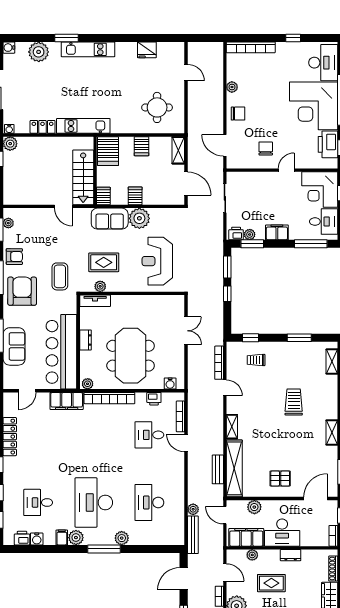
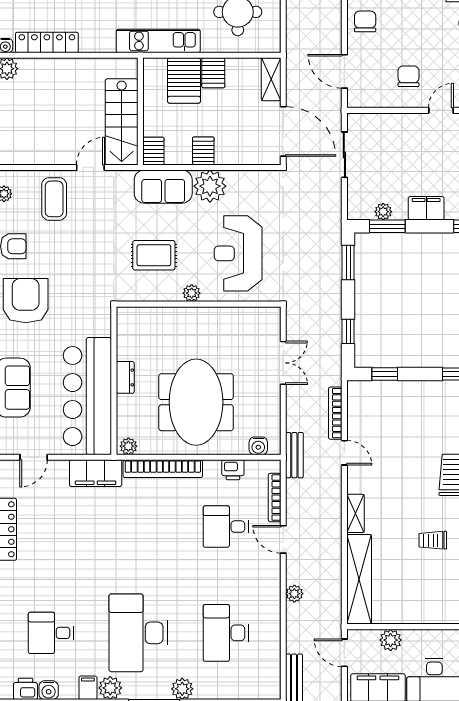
chair: (238, 114) -> (365, 21), turned -90
kitchen unit: (83, 126) -> (158, 41), moved
locker: (43, 127) -> (47, 42), width x1.53
server rack: (108, 151) -> (184, 81), moved
door: (186, 184) -> (283, 131), width x1.36
door: (63, 206) -> (90, 167), swing flipped
printer: (236, 233) -> (362, 210), removed
coffee table: (60, 276) -> (54, 199), moved
plant: (100, 286) -> (192, 293), moved
window: (227, 294) -> (348, 331), moved
tv unit: (95, 301) -> (140, 316), removed
trolley: (256, 360) -> (433, 540), moved
bench: (218, 469) -> (294, 455), moved
pallet: (280, 478) -> (431, 595), removed
plant: (193, 509) -> (294, 594), moved

